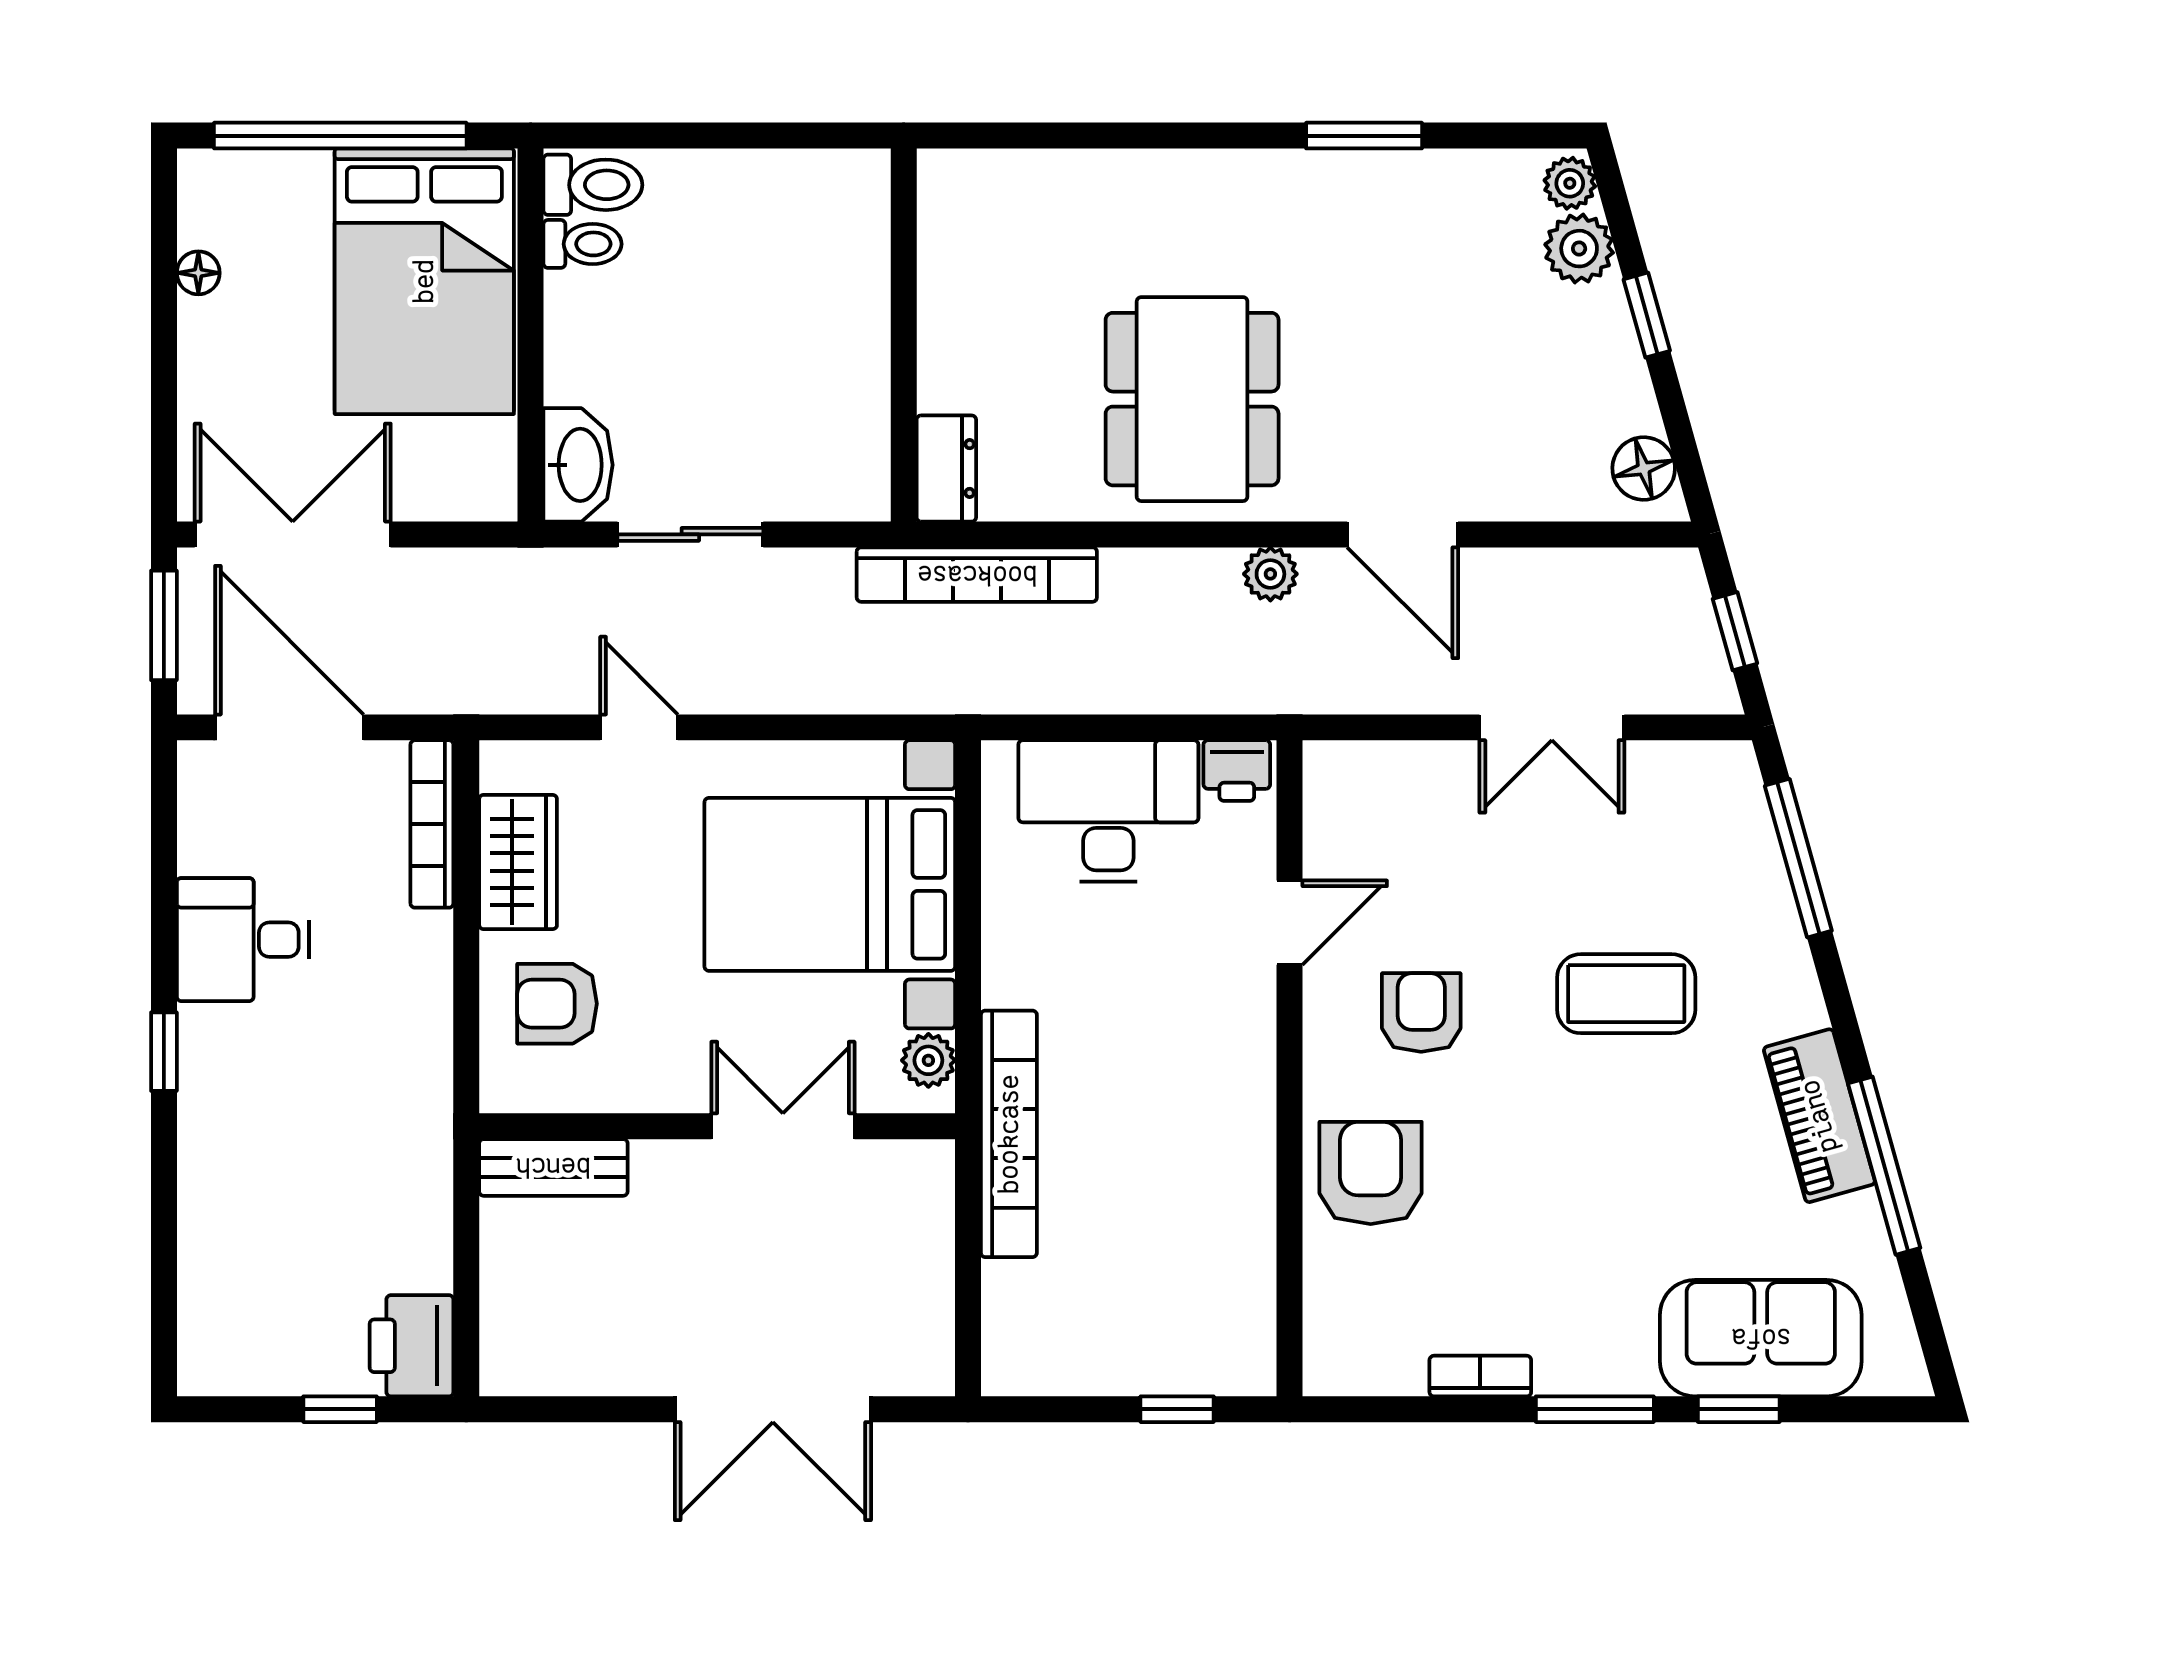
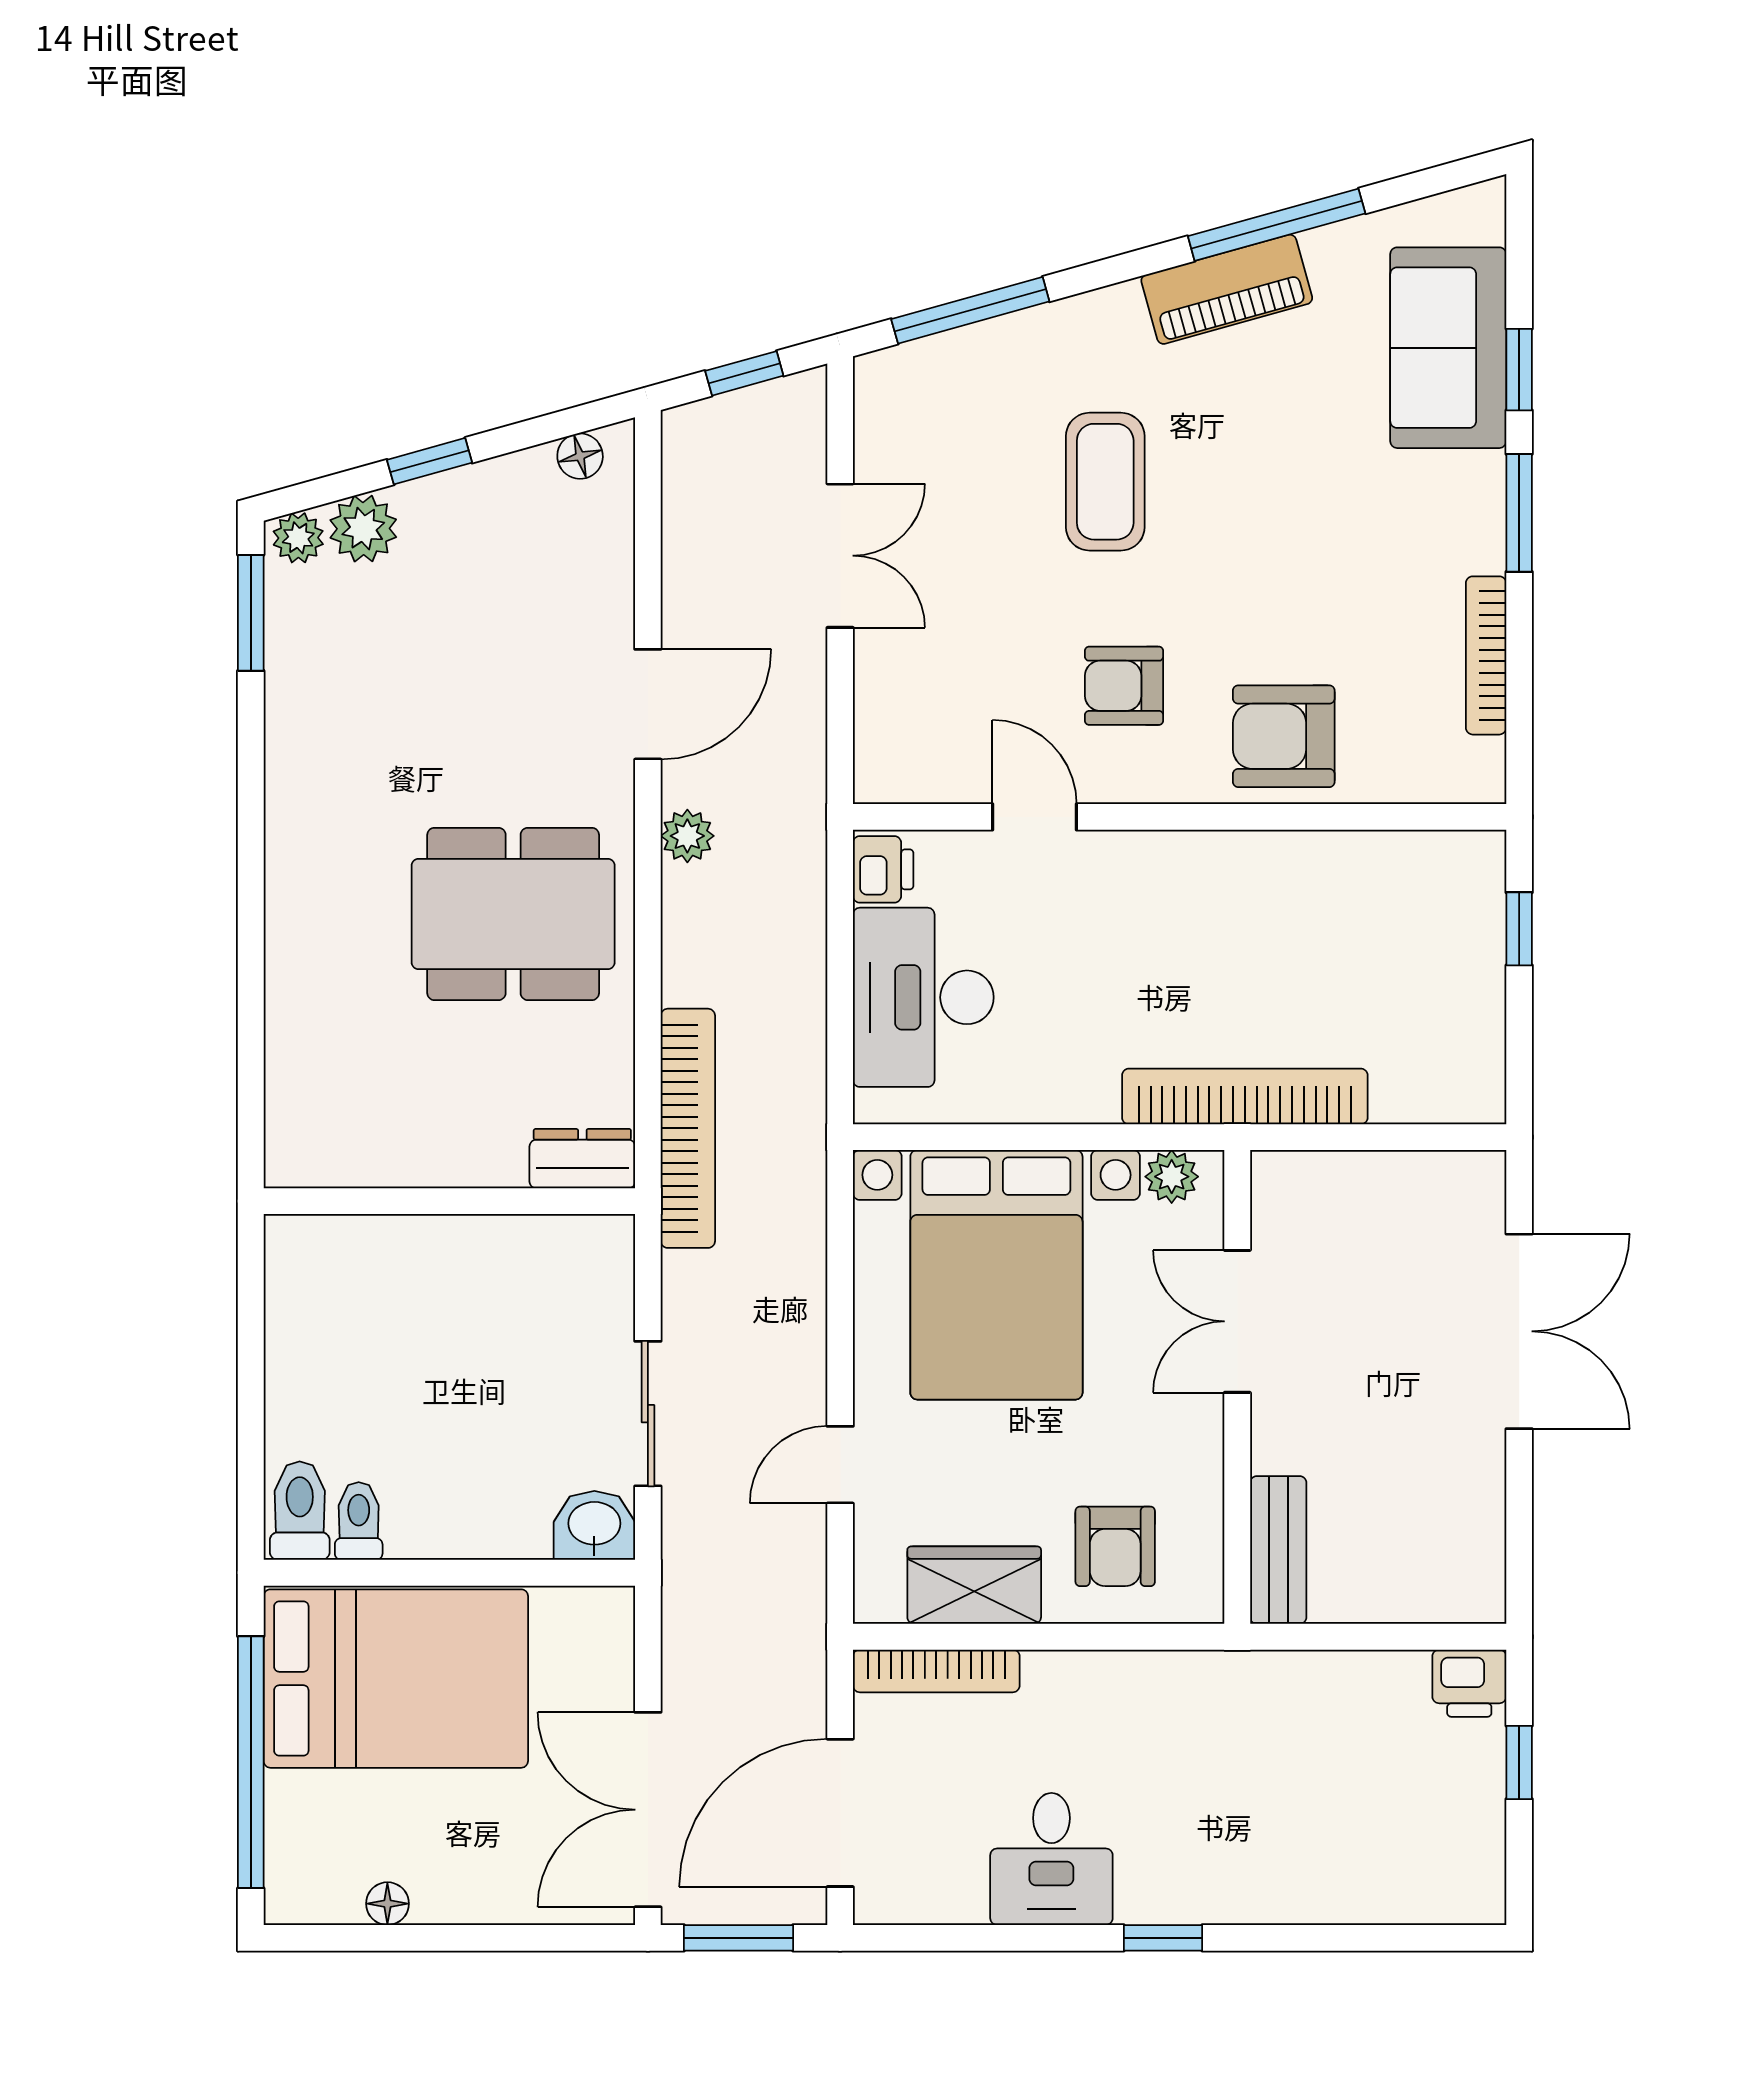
window: (1364, 136) -> (251, 613), moved
washbasin: (578, 465) -> (594, 1525), width x0.72
floor lamp: (1644, 469) -> (580, 456), width x0.73, depth x0.73
printer: (412, 1346) -> (1469, 1683), width x0.73, depth x0.81
bookcase: (1480, 1376) -> (1486, 655), width x1.56

